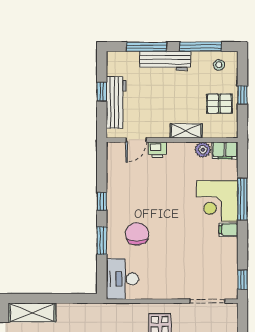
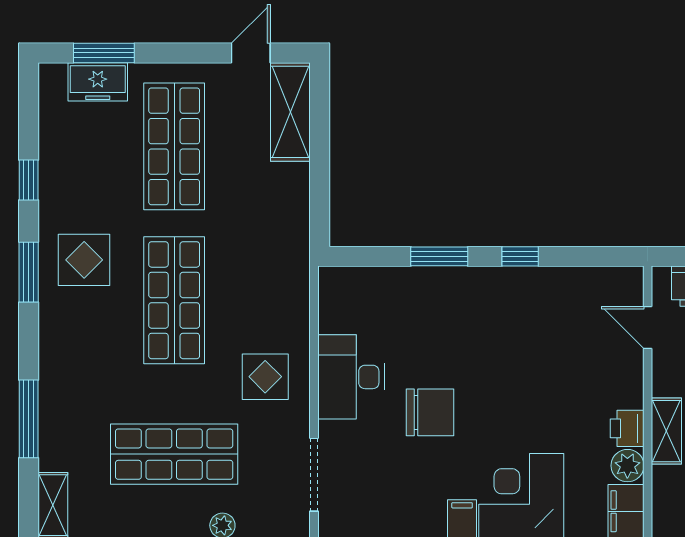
printer: (157, 150) -> (627, 428), moved
chair: (137, 234) -> (430, 412), moved
desk: (122, 279) -> (351, 377), moved, turned -90

